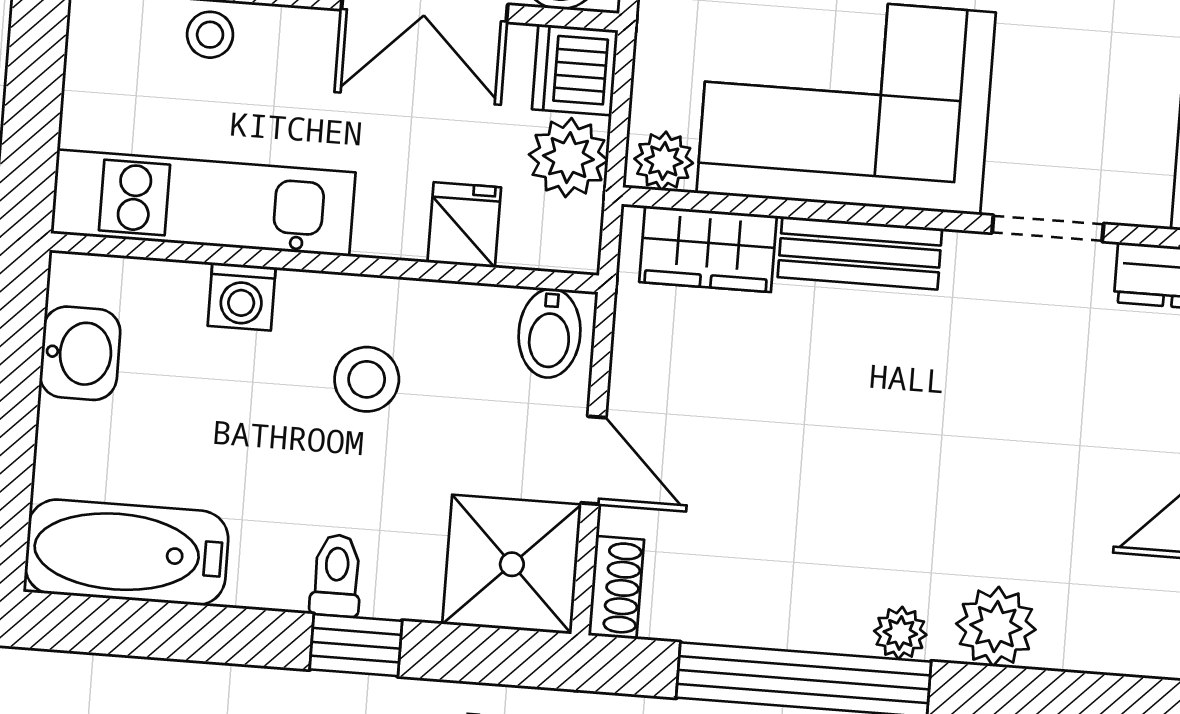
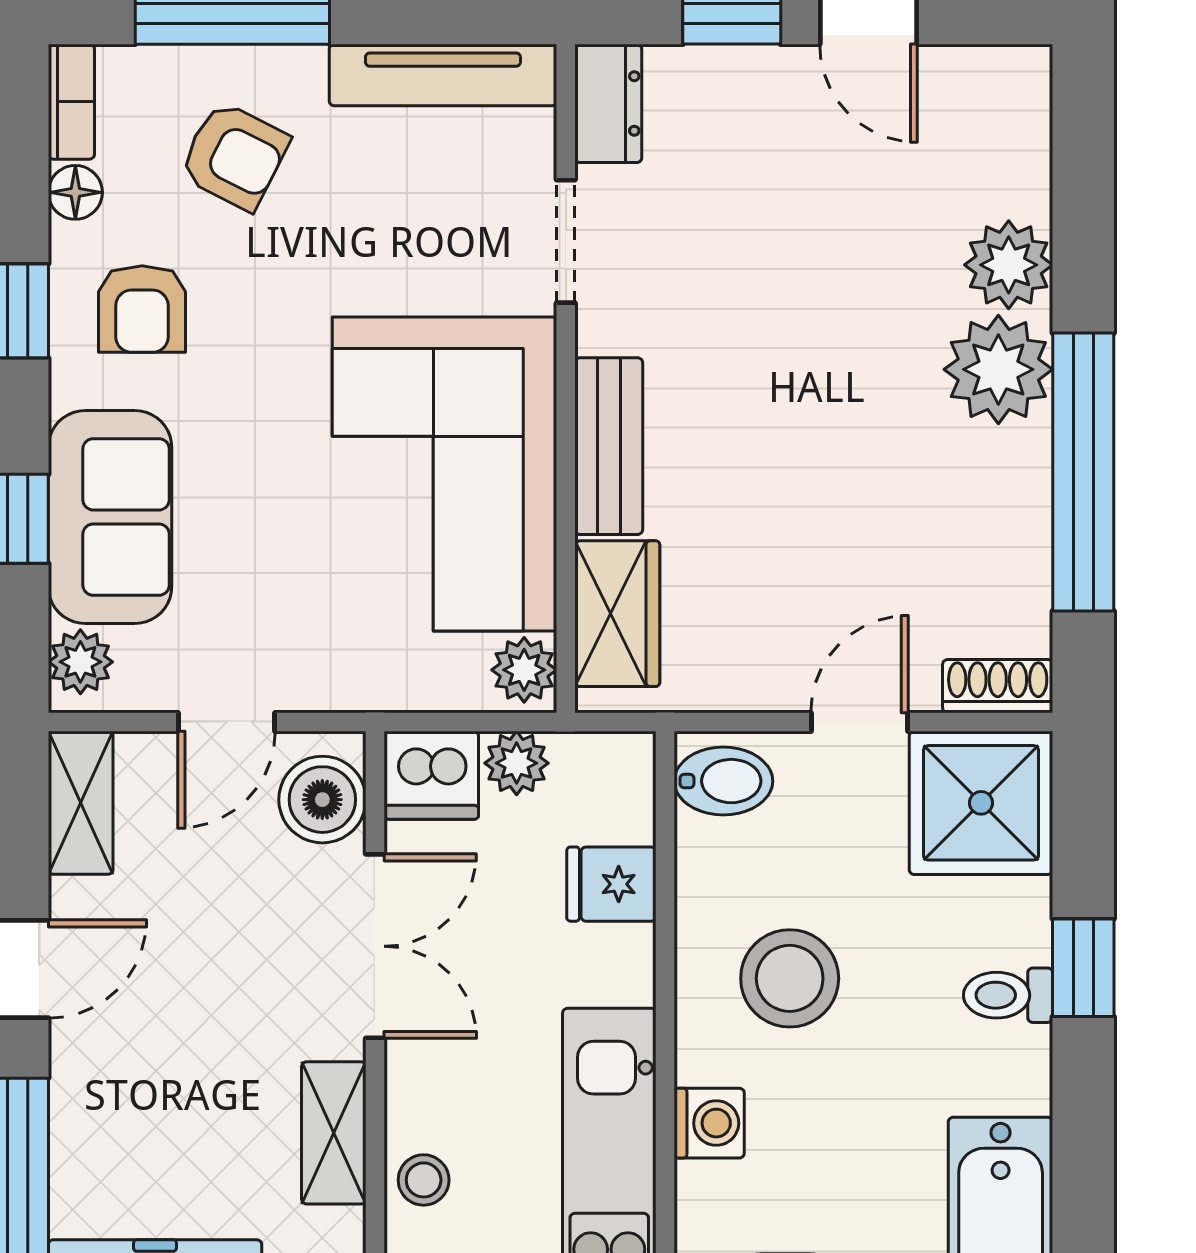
plant: (568, 158) -> (517, 763), width x0.73, depth x0.73
stool: (367, 379) -> (790, 978), width x1.38, depth x1.38
plant: (900, 633) -> (998, 369), width x1.87, depth x1.87

